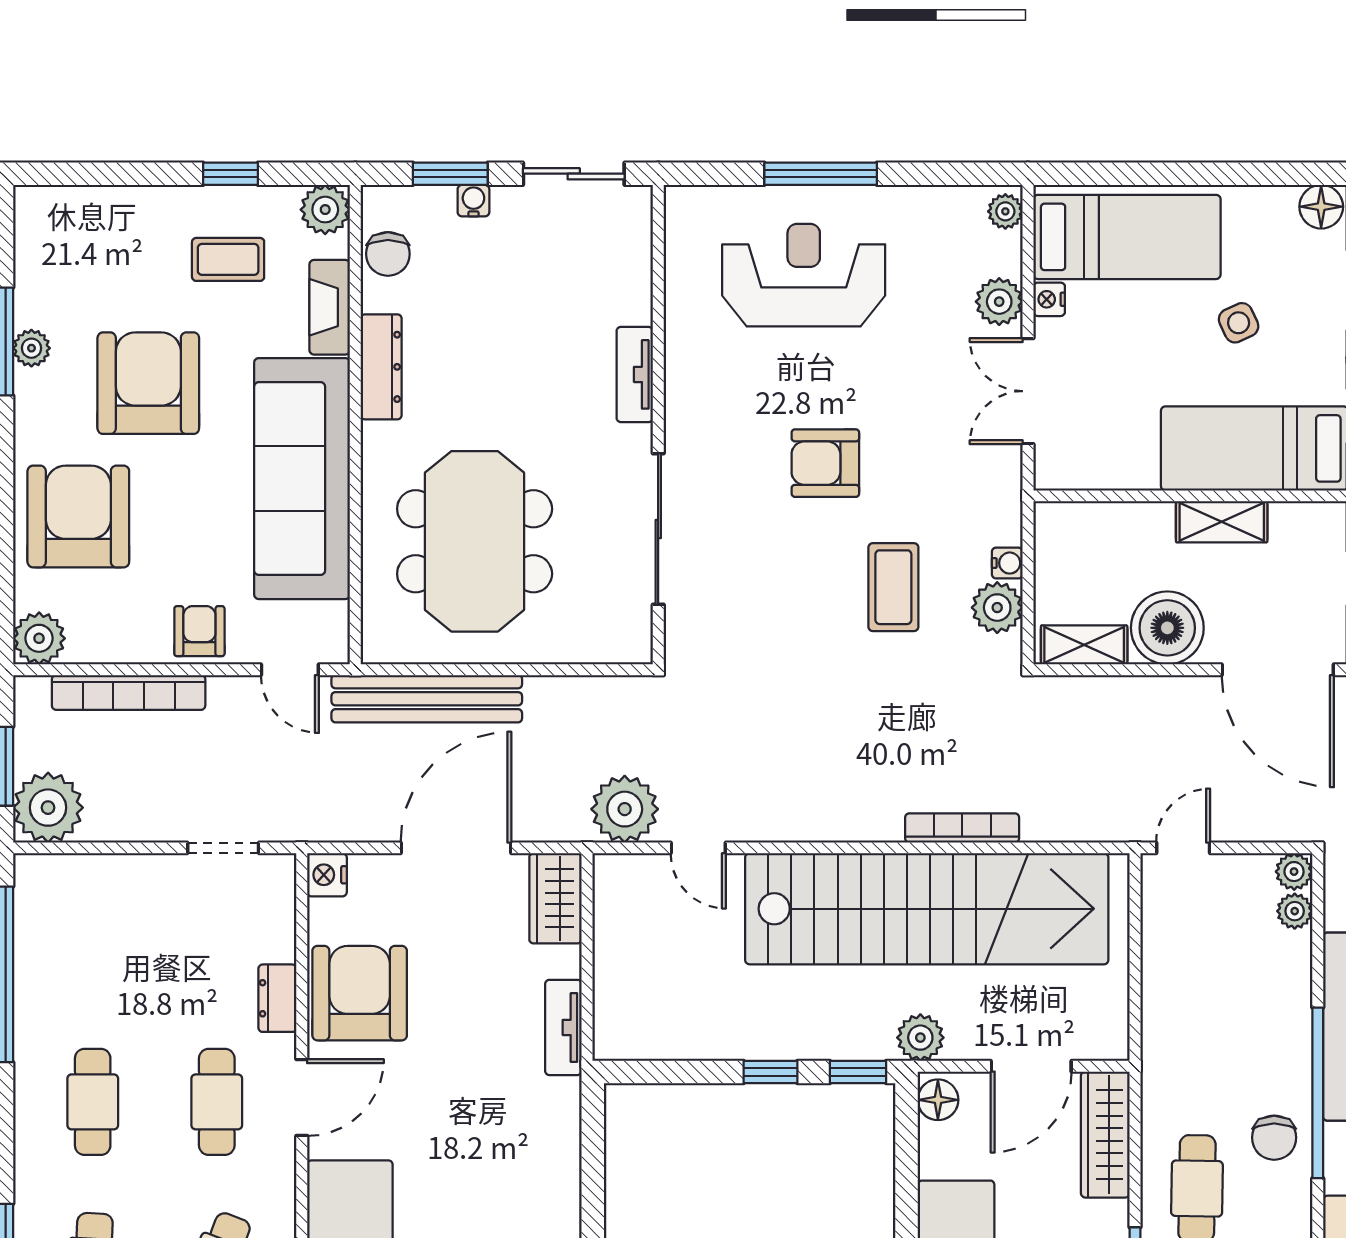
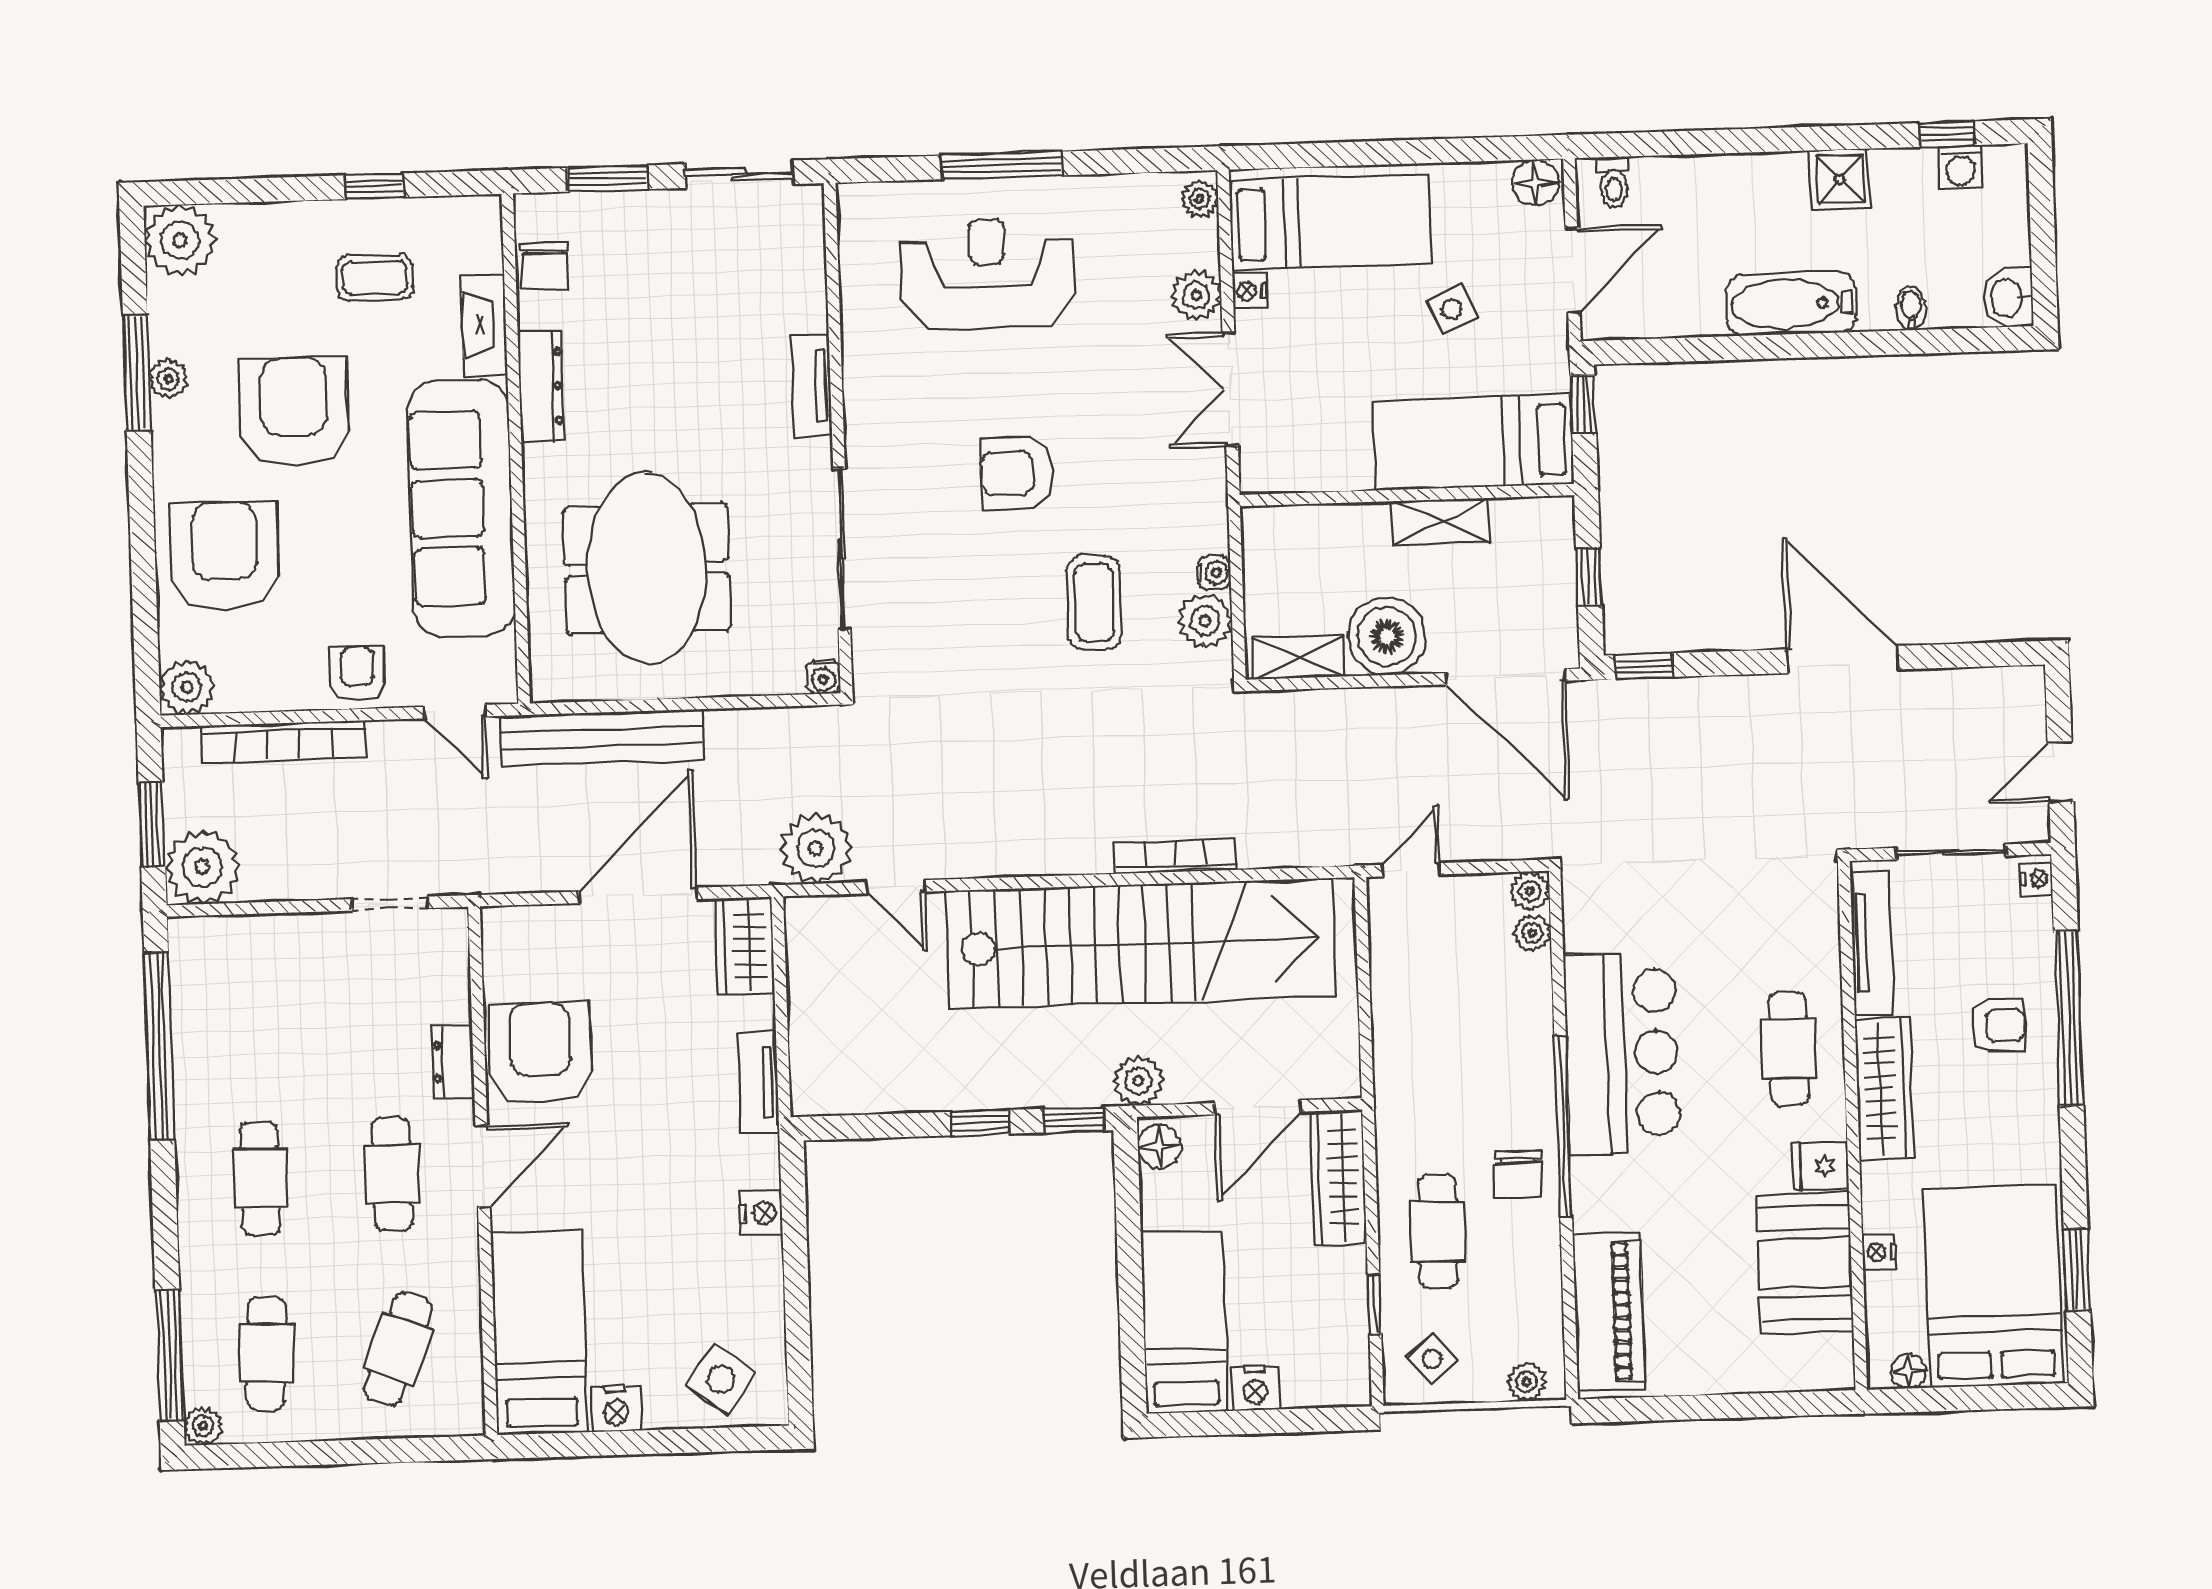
water cooler: (473, 201) -> (823, 677), moved, turned 180
plant: (325, 210) -> (180, 240), moved, width x1.36, depth x1.36
nightstand: (327, 875) -> (761, 1213), moved, turned 180

